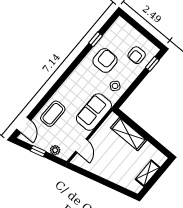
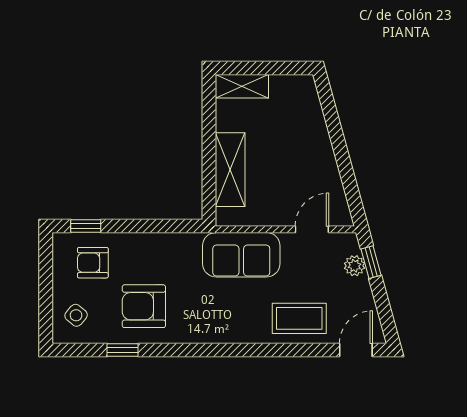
armchair: (137, 55) -> (93, 263), turned 180
side table: (115, 86) -> (76, 315), moved
window: (38, 151) -> (371, 262), moved
shelving: (148, 173) -> (242, 86), moved

